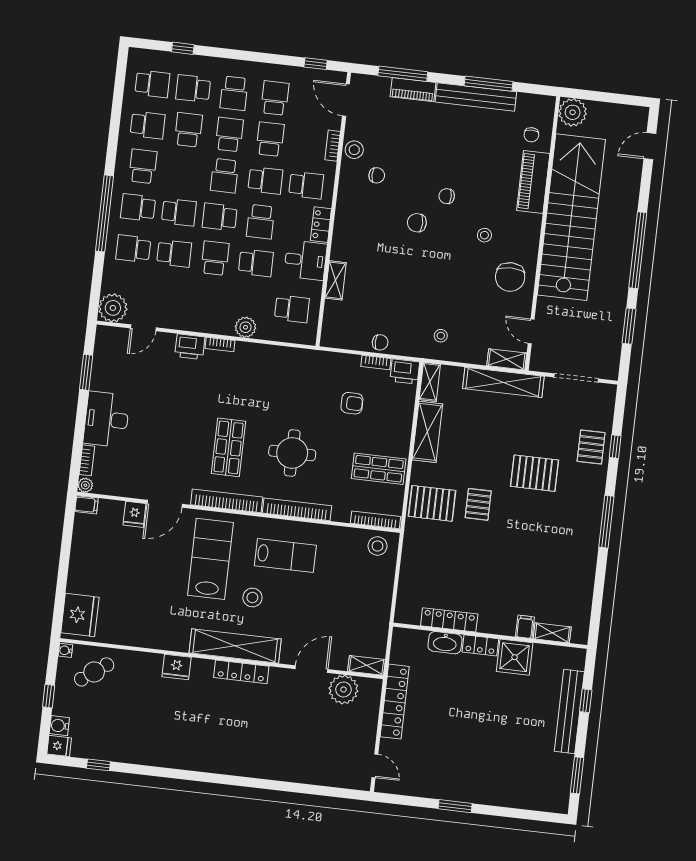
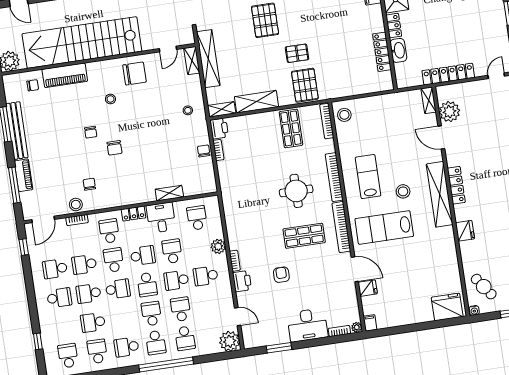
school desk: (193, 89) -> (206, 276), moved, turned 90
armchair: (352, 403) -> (281, 275), moved

